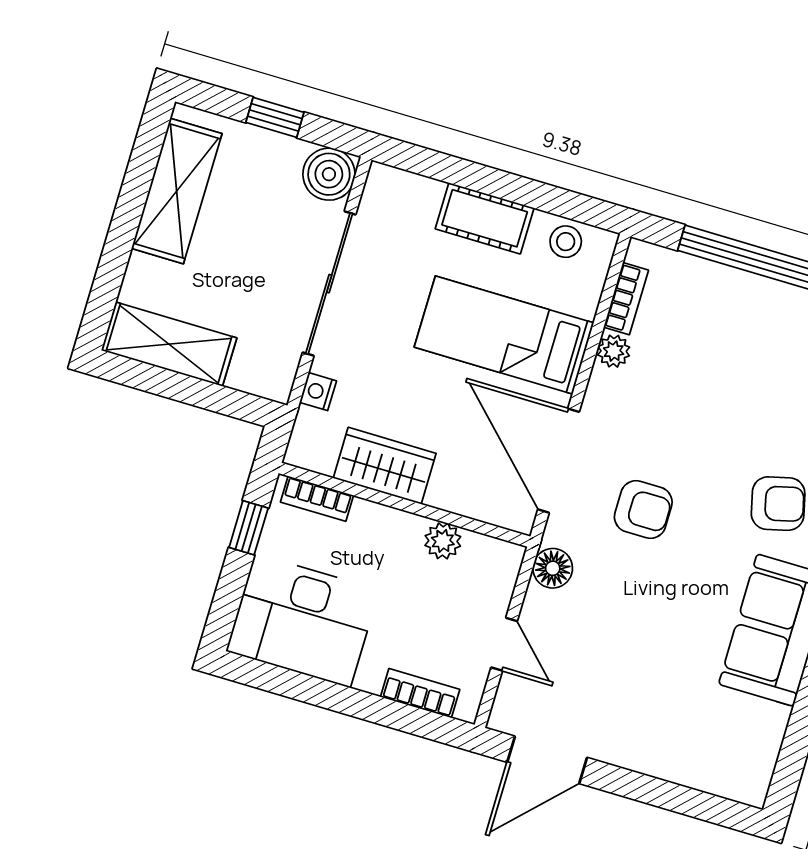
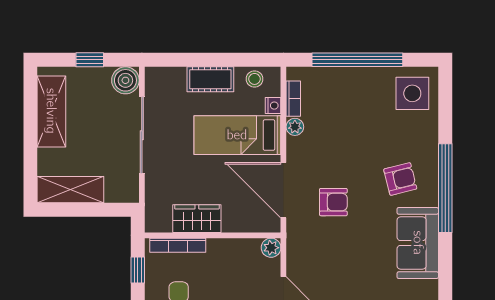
nightstand: (318, 392) -> (273, 106), moved, turned 180
bookcase: (317, 499) -> (178, 245), width x1.56
plant: (443, 541) -> (271, 248), moved
floor lamp: (553, 568) -> (297, 245), removed

